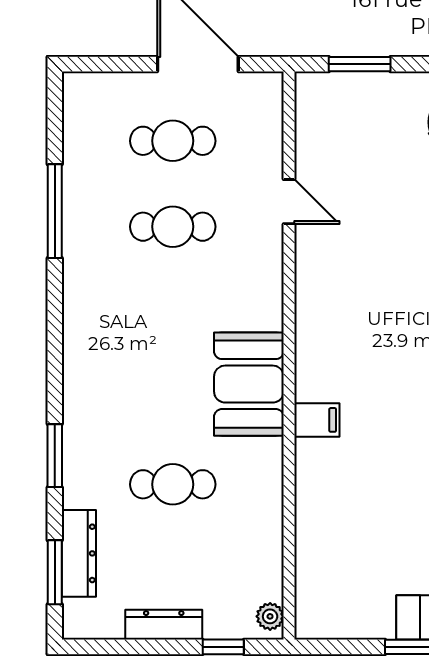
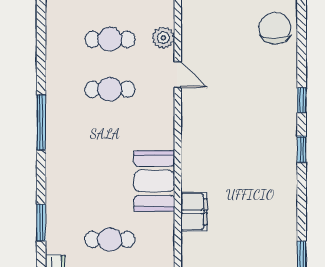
plant: (265, 138) -> (163, 38), added
window: (55, 211) -> (41, 122), moved
filing cabinet: (317, 420) -> (194, 212), width x2.00

